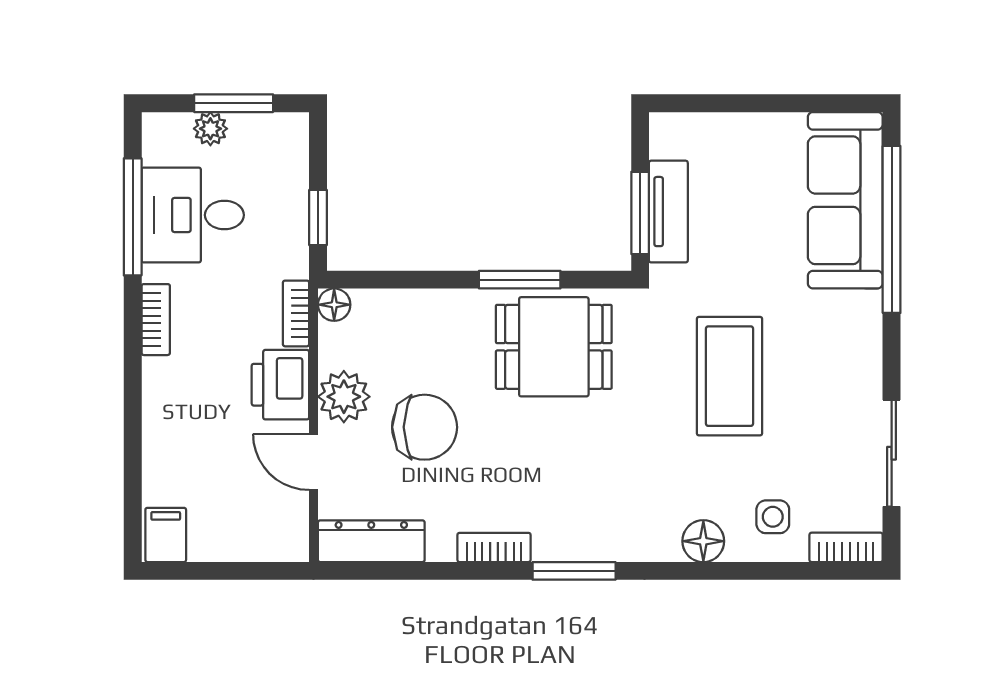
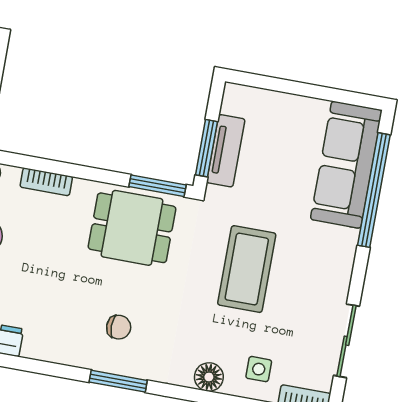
window: (520, 280) -> (157, 186), moved
chair: (425, 427) -> (119, 327), moved, width x0.54, depth x0.54
bookcase: (494, 547) -> (46, 182), moved, turned 180

